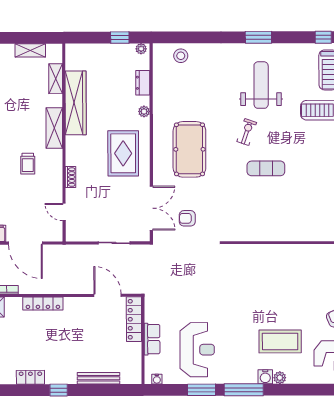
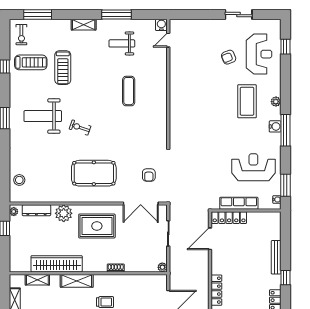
dresser: (143, 83) -> (36, 210), width x1.44
plant: (144, 111) -> (64, 213), width x1.88, depth x1.88
exercise mat: (266, 168) -> (129, 91), moved
double door: (151, 208) -> (141, 204), swing flipped
door: (64, 212) -> (144, 273), removed
plant: (71, 236) -> (162, 267), added
row of seats: (152, 339) -> (239, 203), width x1.48
water cooler: (265, 377) -> (275, 126), moved
bench: (99, 378) -> (276, 257), moved
window: (202, 390) -> (285, 185), moved

